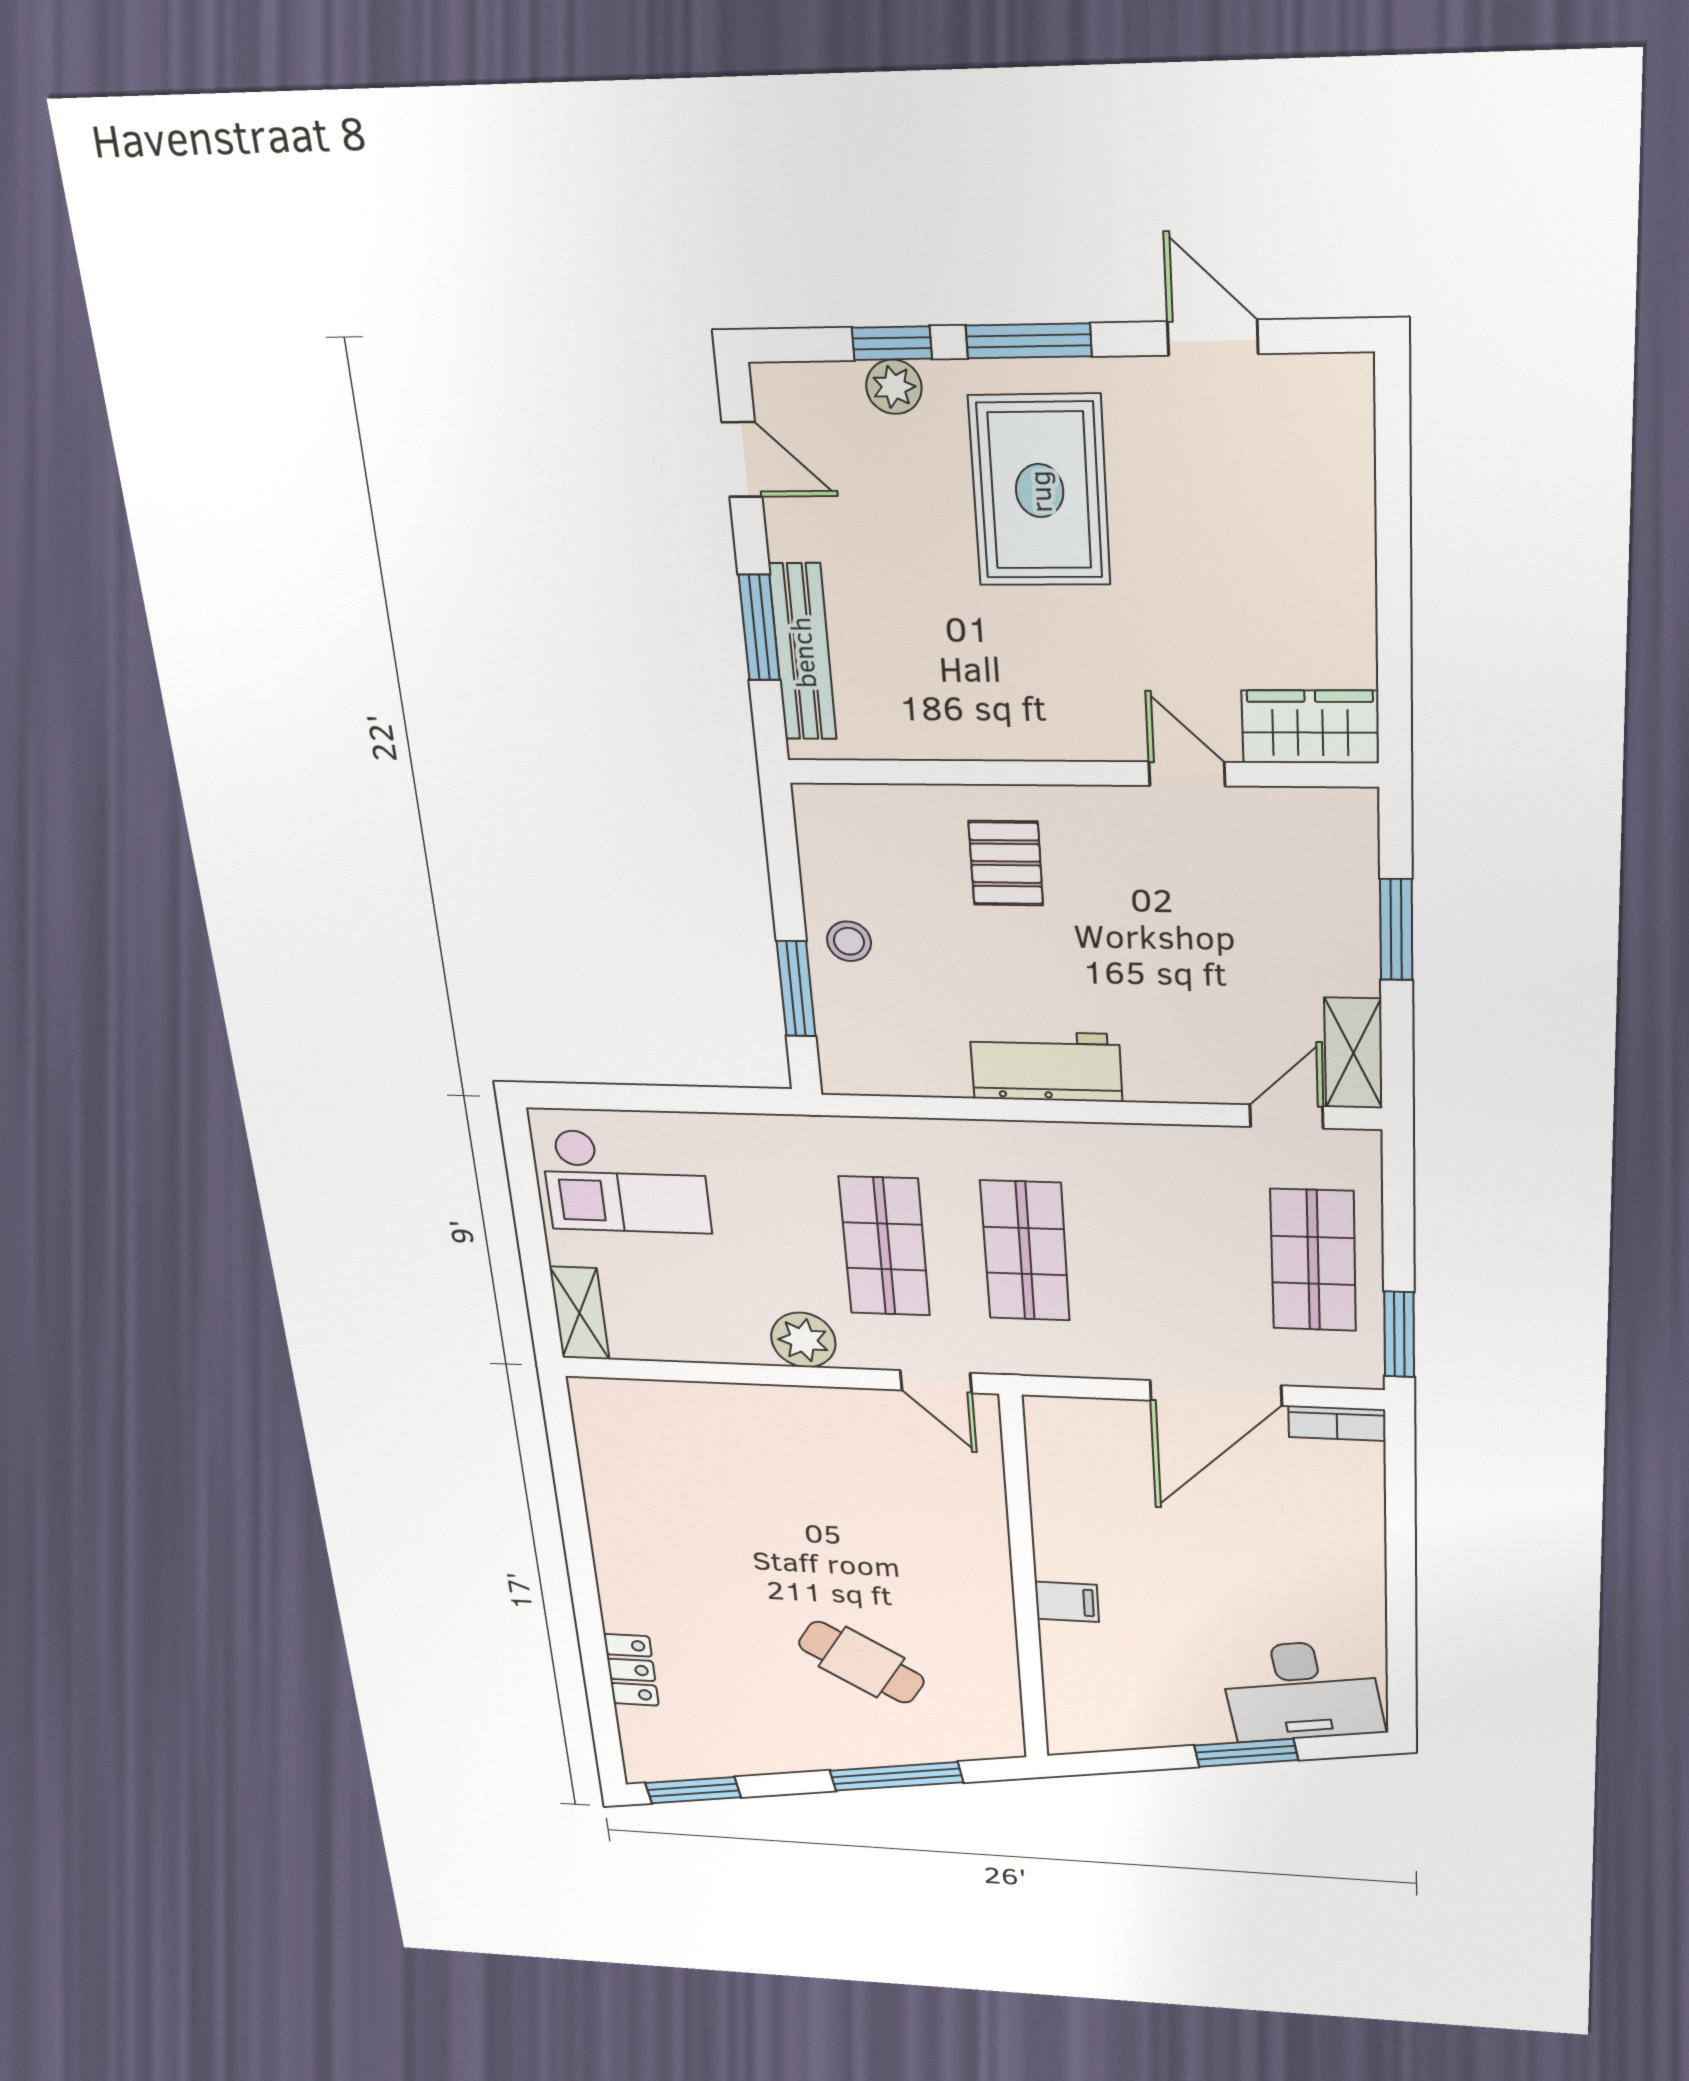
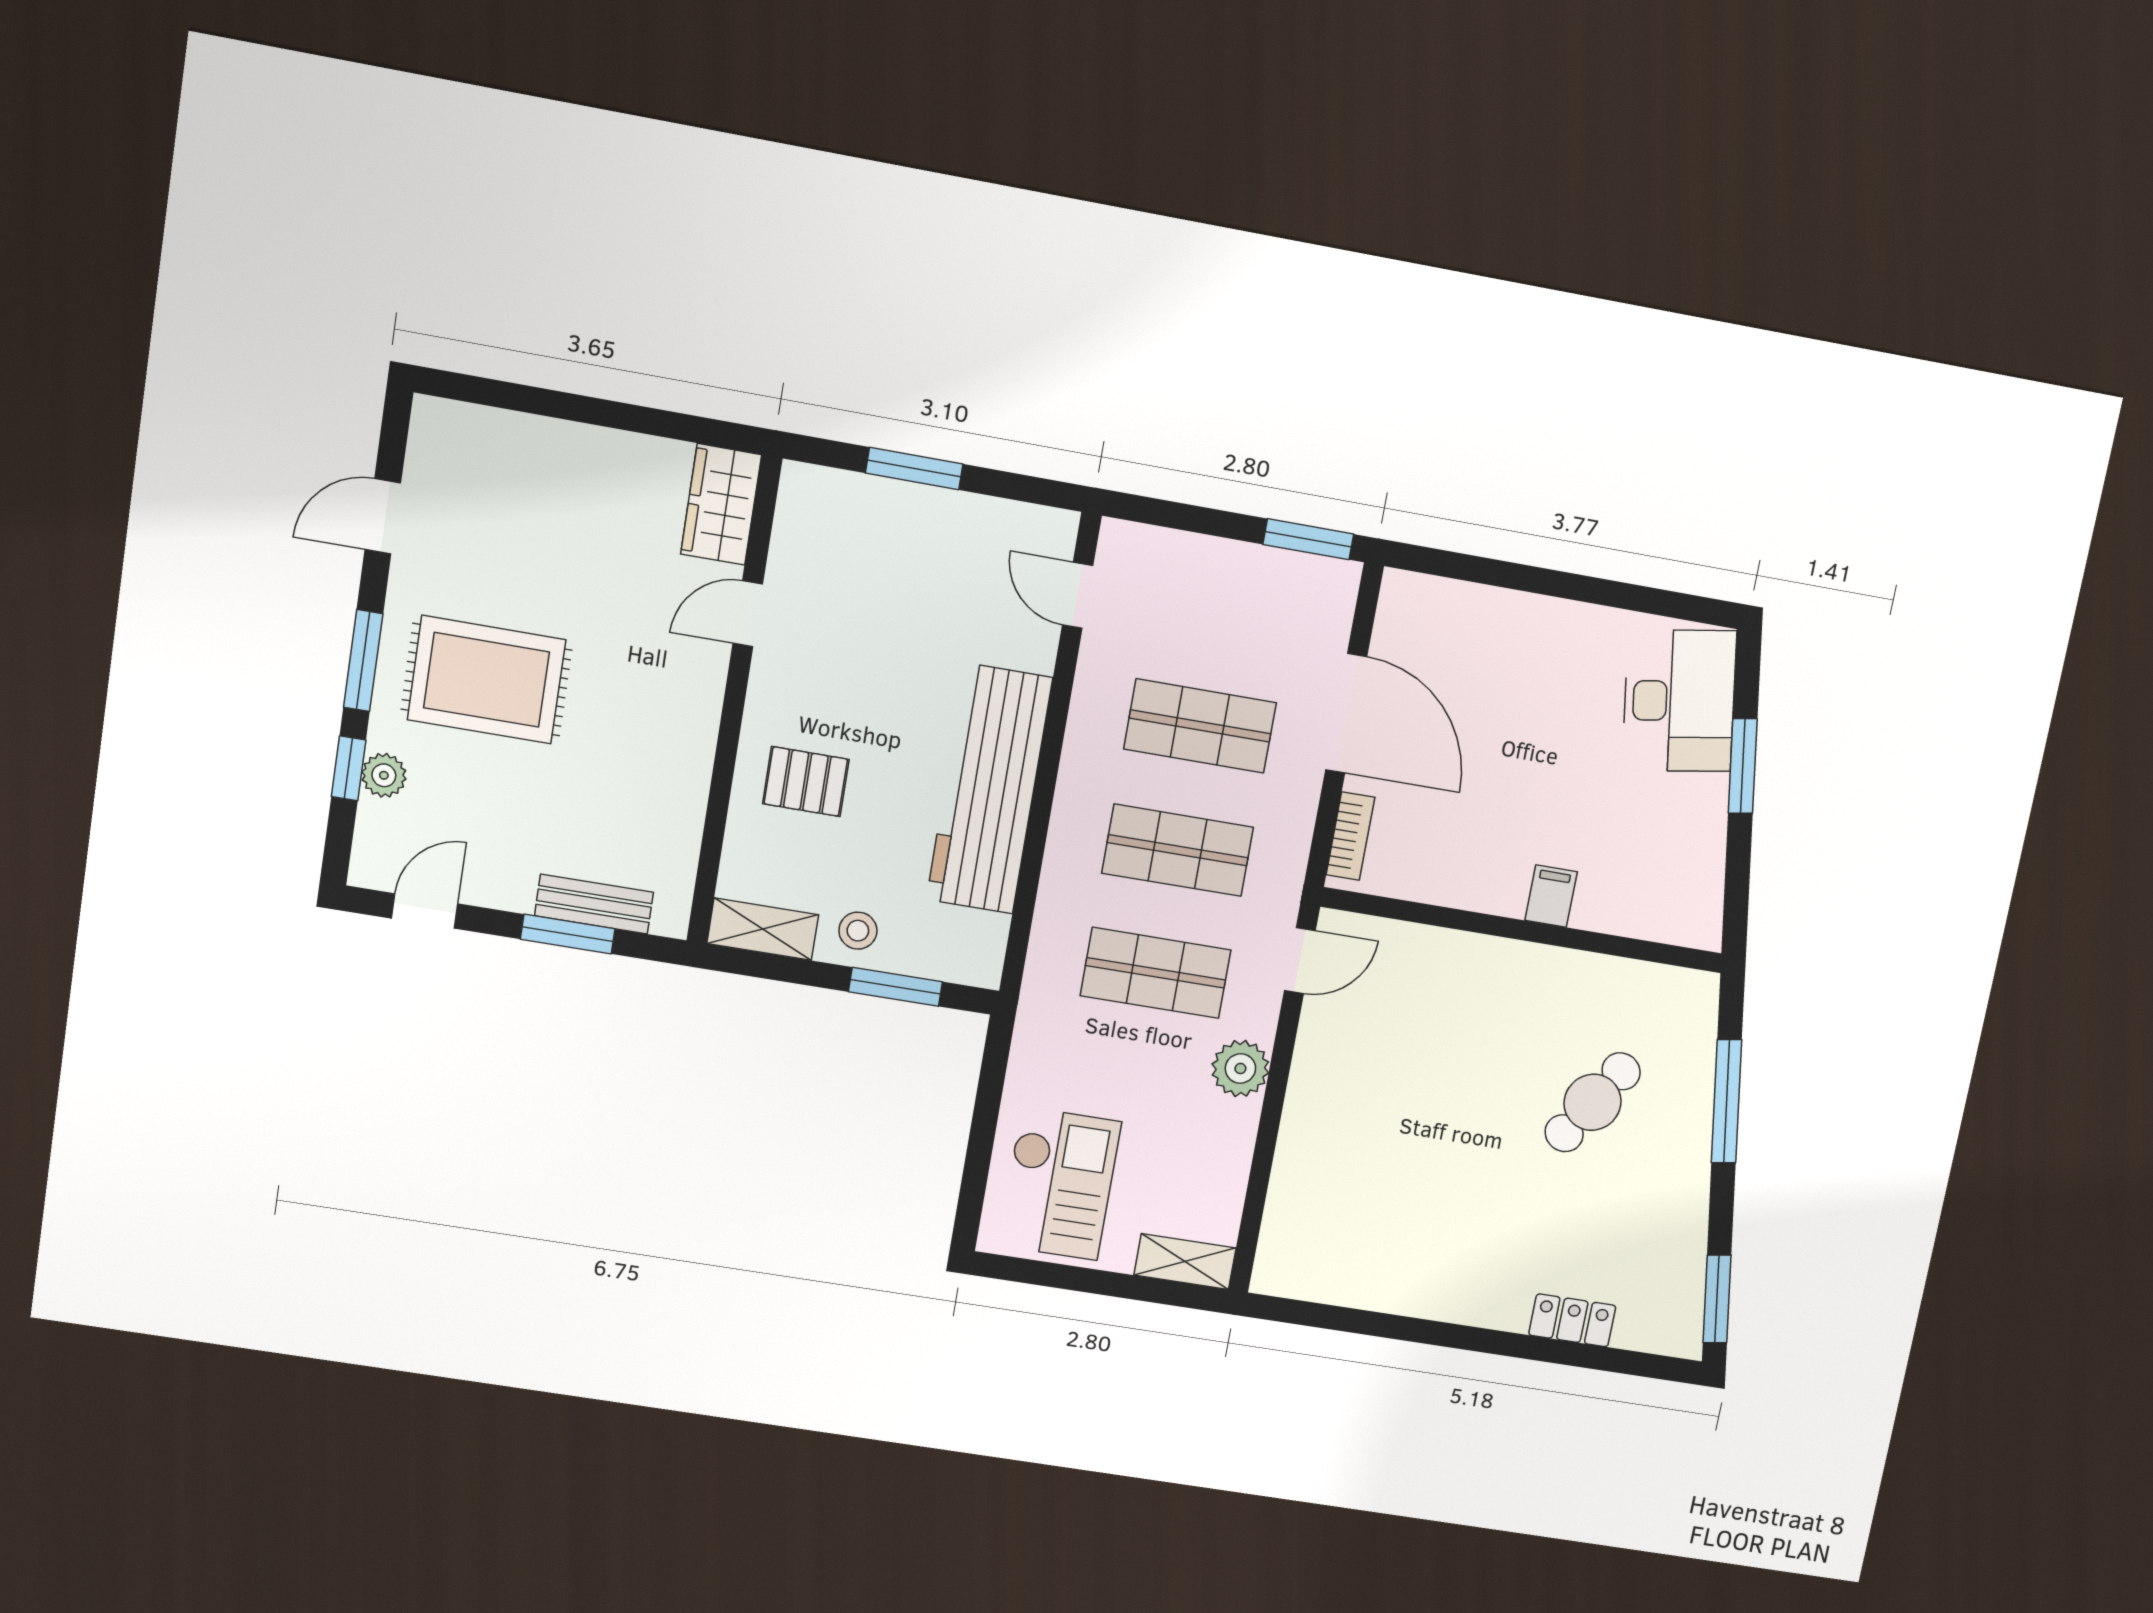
bench: (803, 652) -> (594, 904), width x0.73
shelving: (1353, 1053) -> (763, 929), moved
workbench: (1046, 1066) -> (989, 789), width x1.88, depth x1.32
shop shelf: (1313, 1260) -> (1200, 726), moved
bookcase: (1337, 1423) -> (1350, 836), moved

